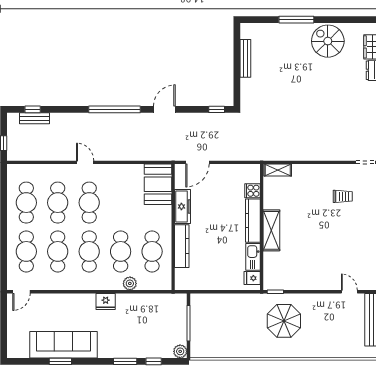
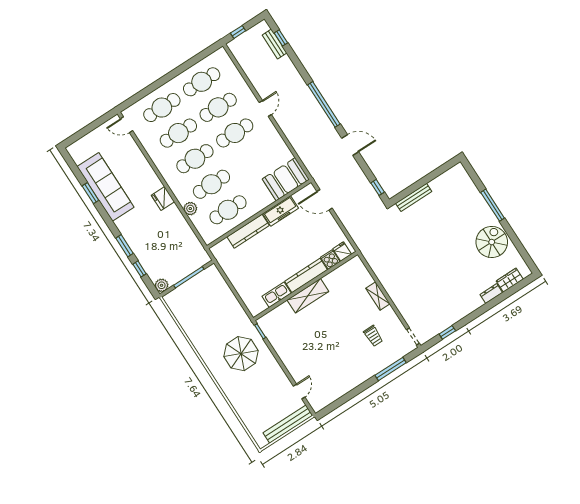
bench: (245, 58) -> (414, 197), moved
shelving: (278, 170) -> (378, 296), moved
fridge: (252, 278) -> (342, 251), moved

